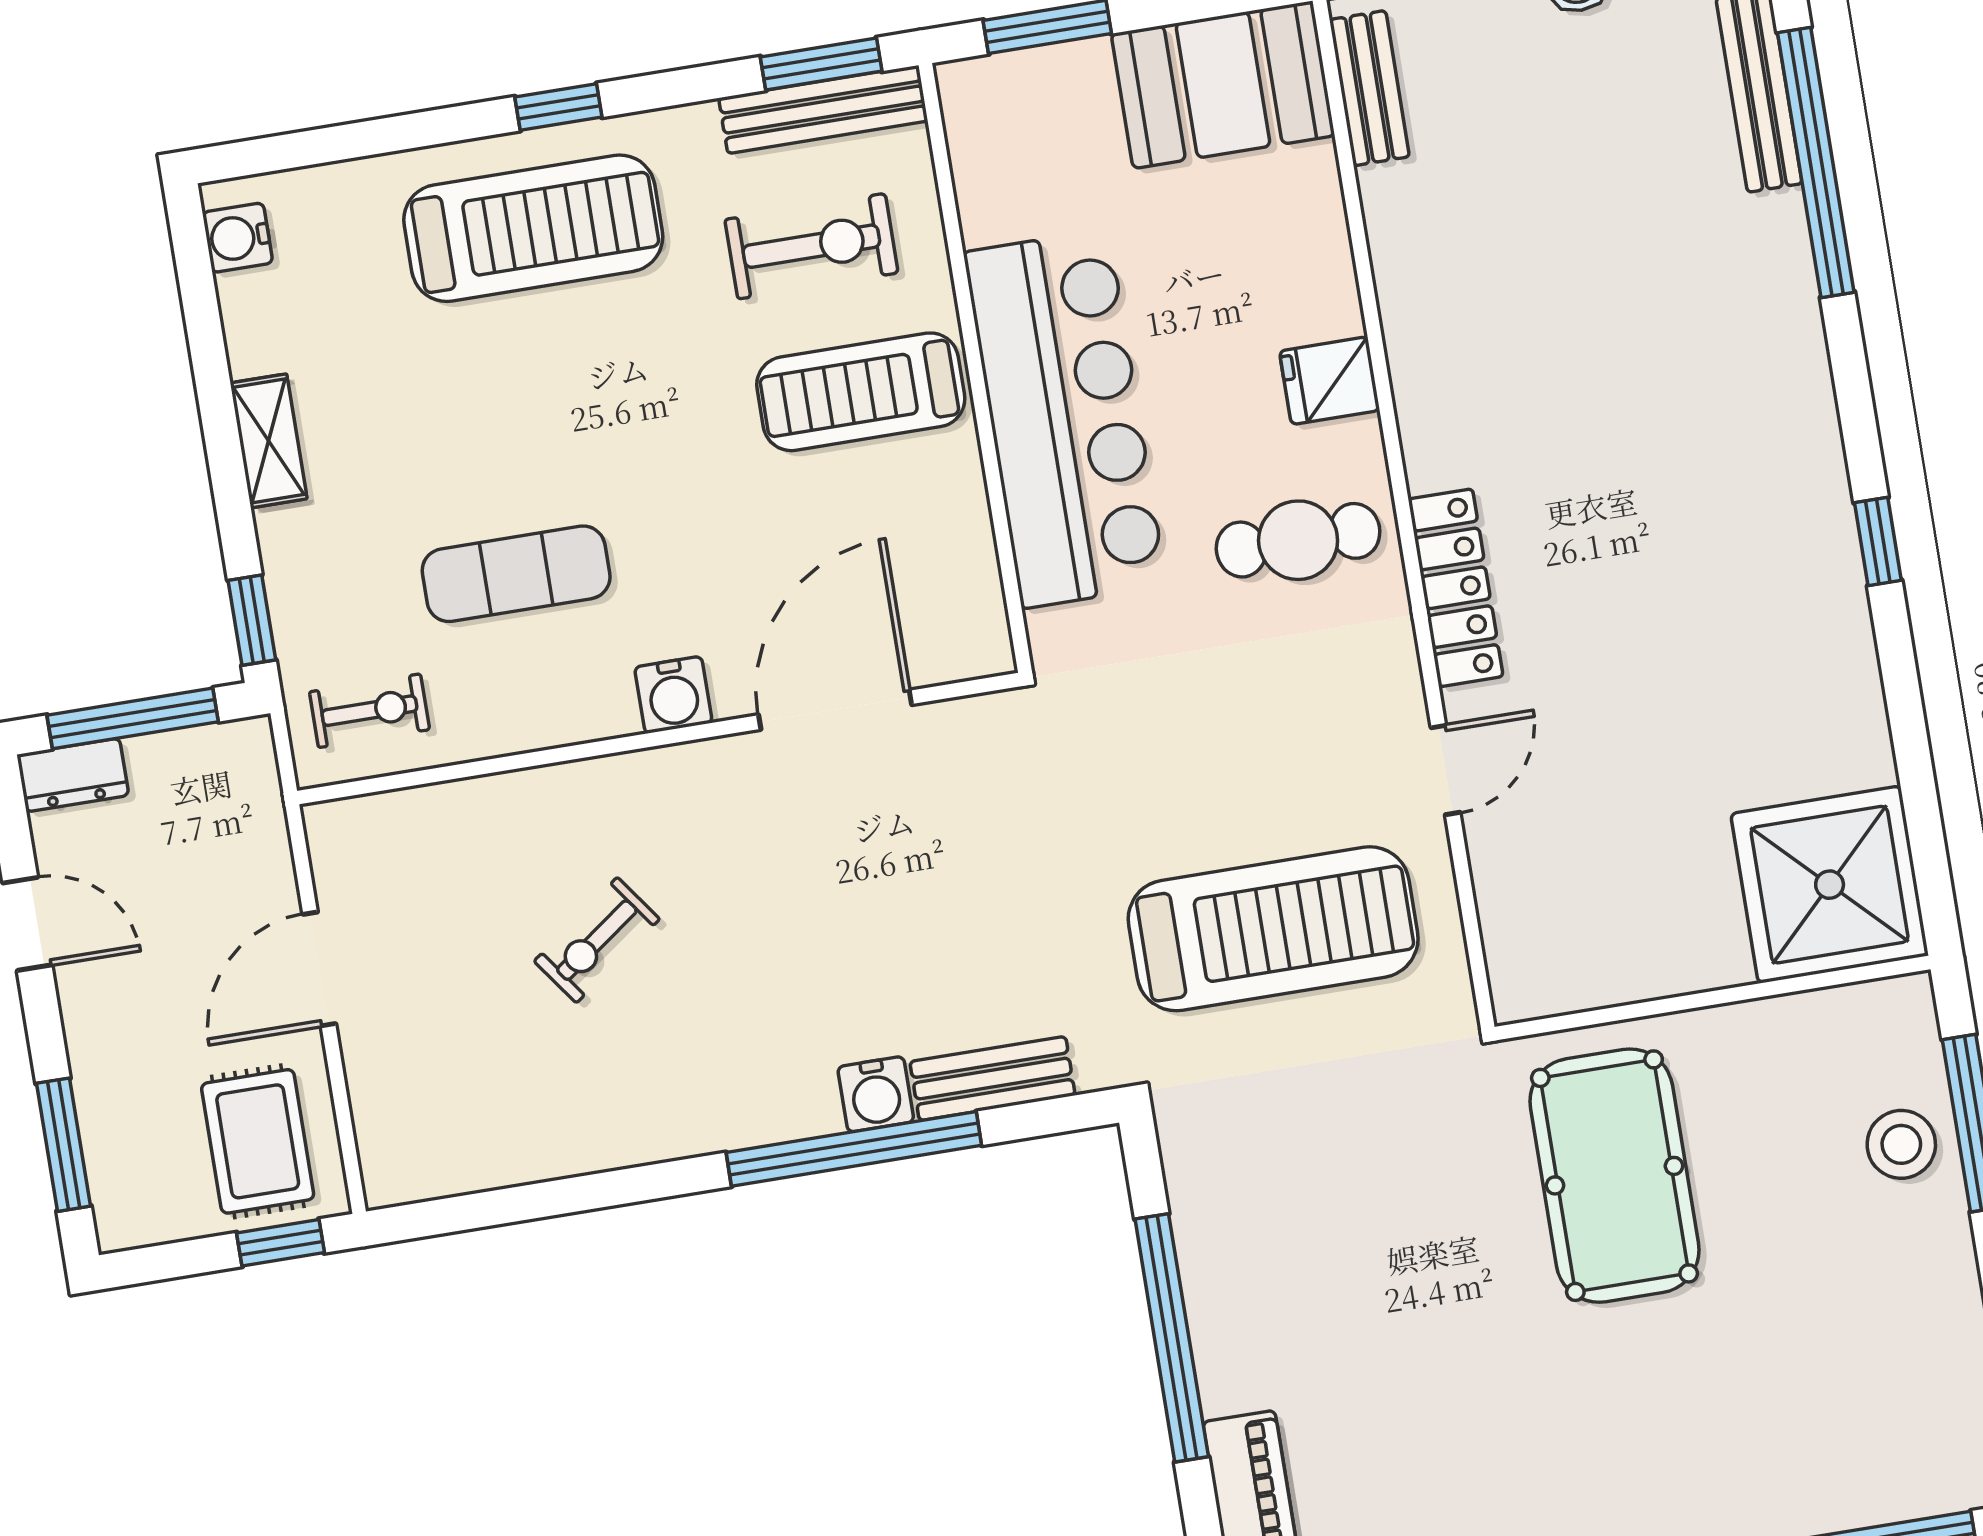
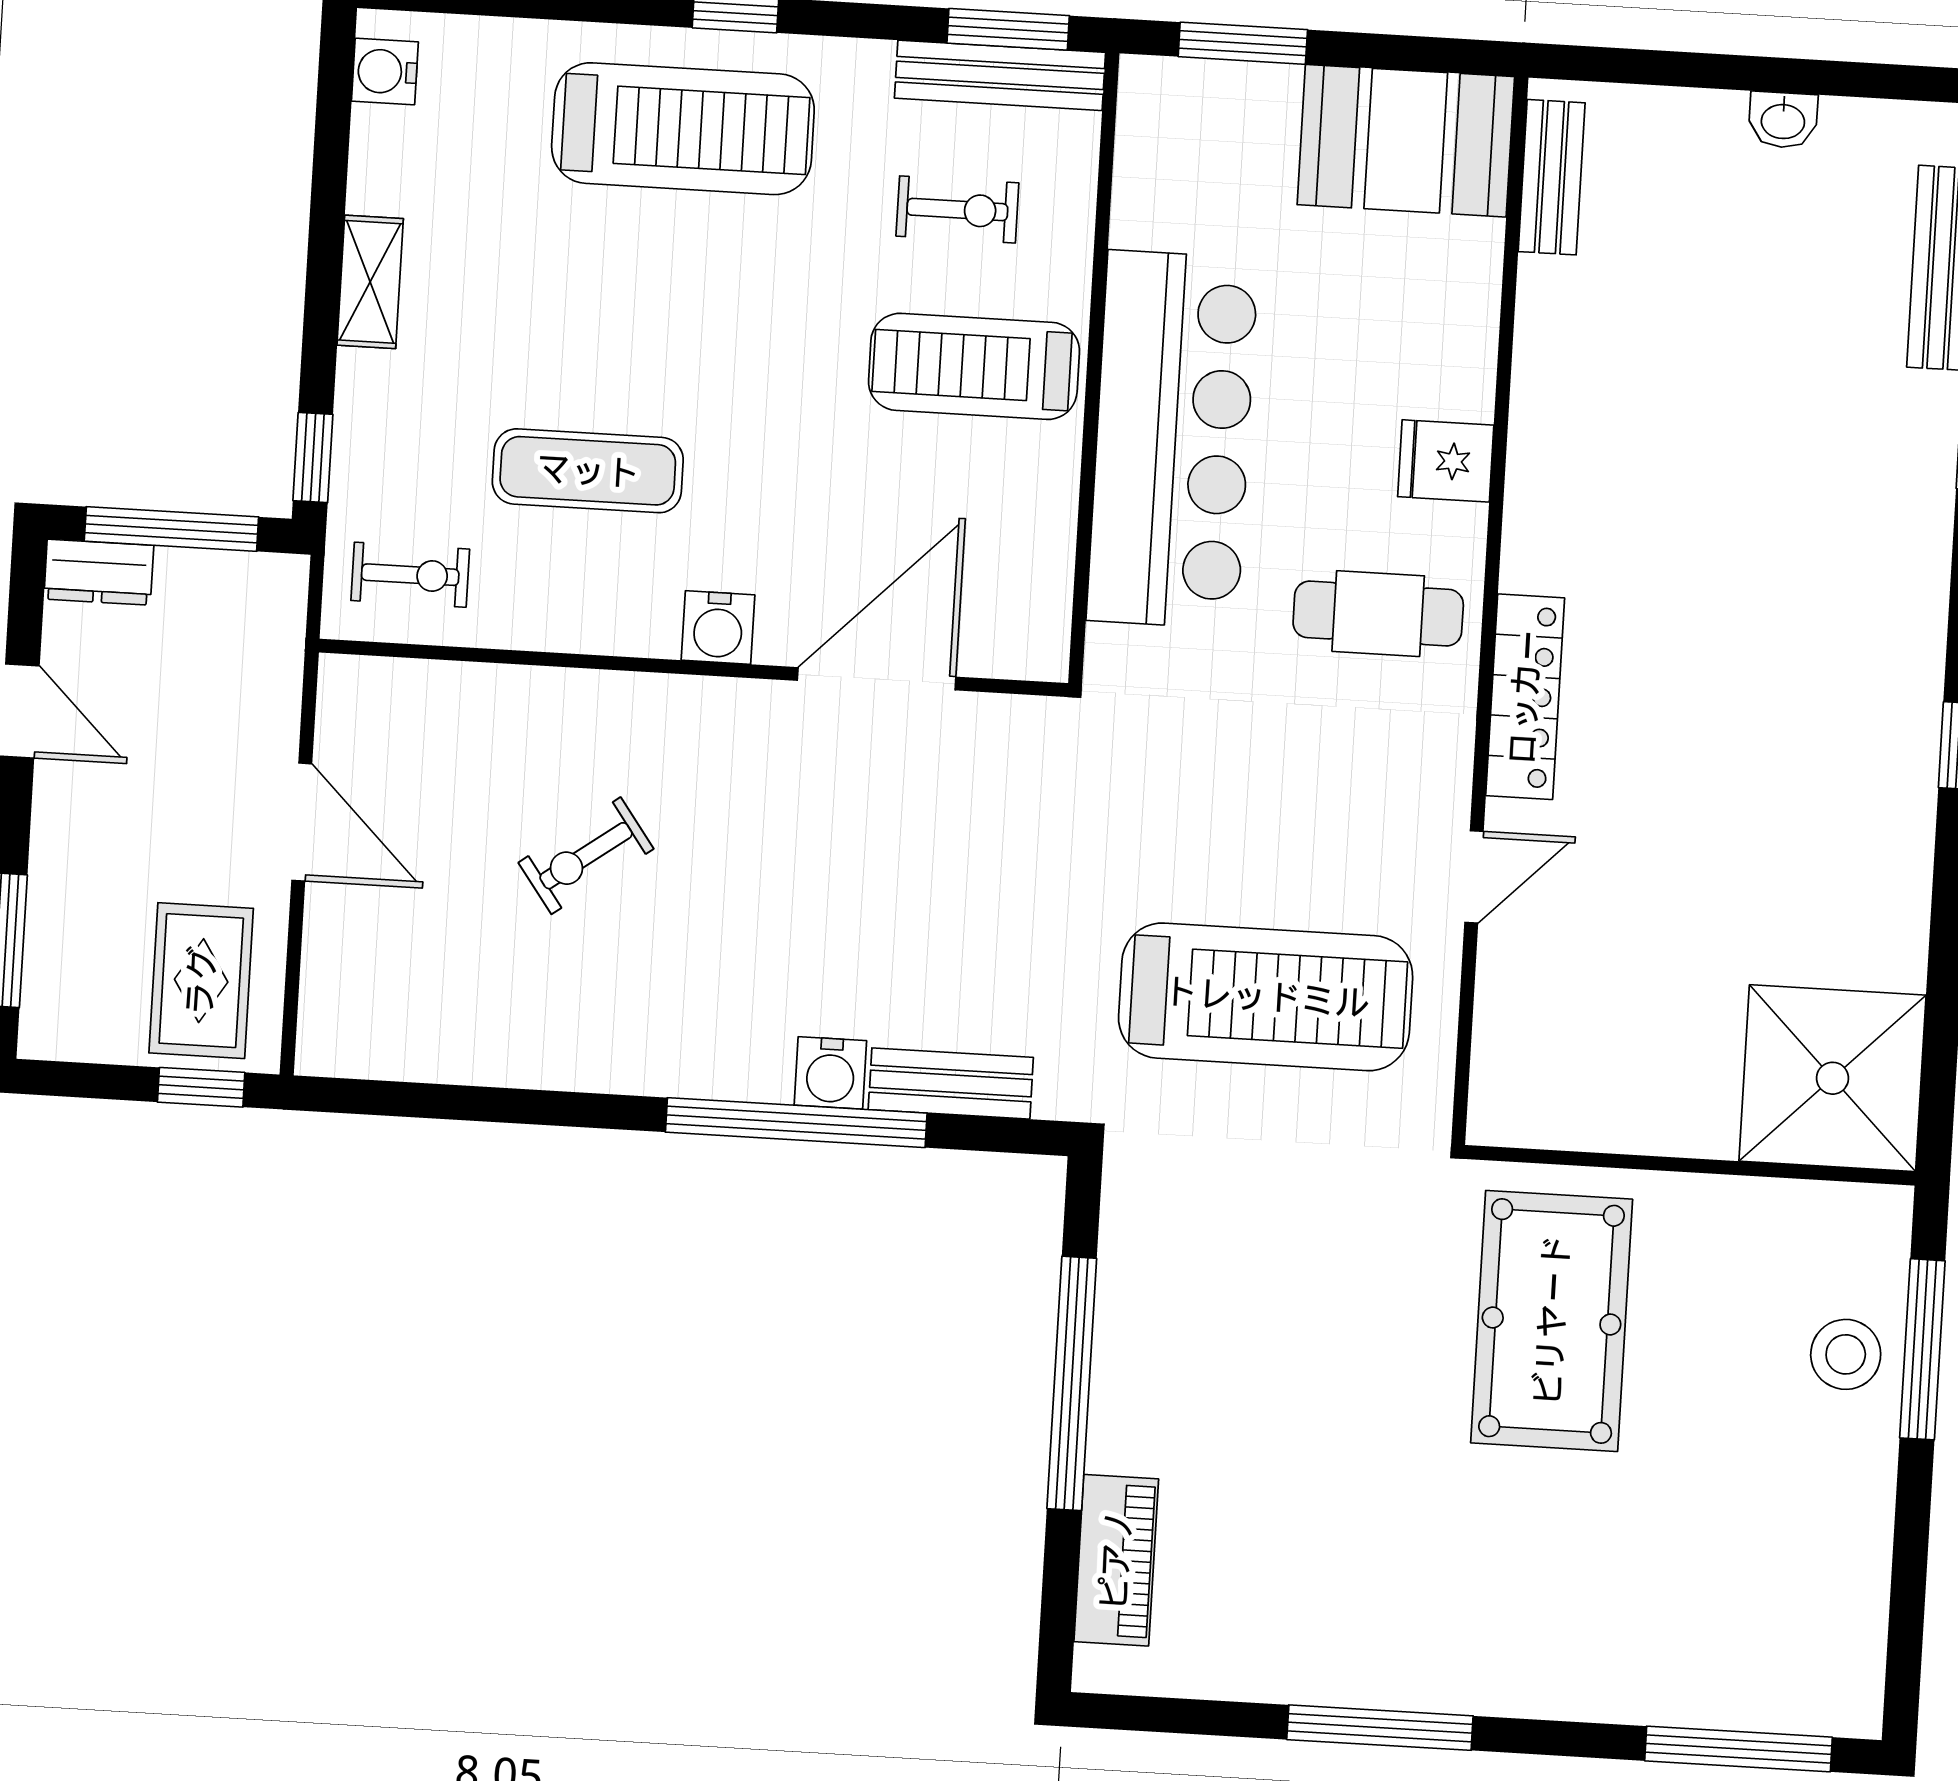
exercise bike: (811, 246) -> (957, 209), width x0.73, depth x0.72
door: (319, 969) -> (302, 822), swing flipped

